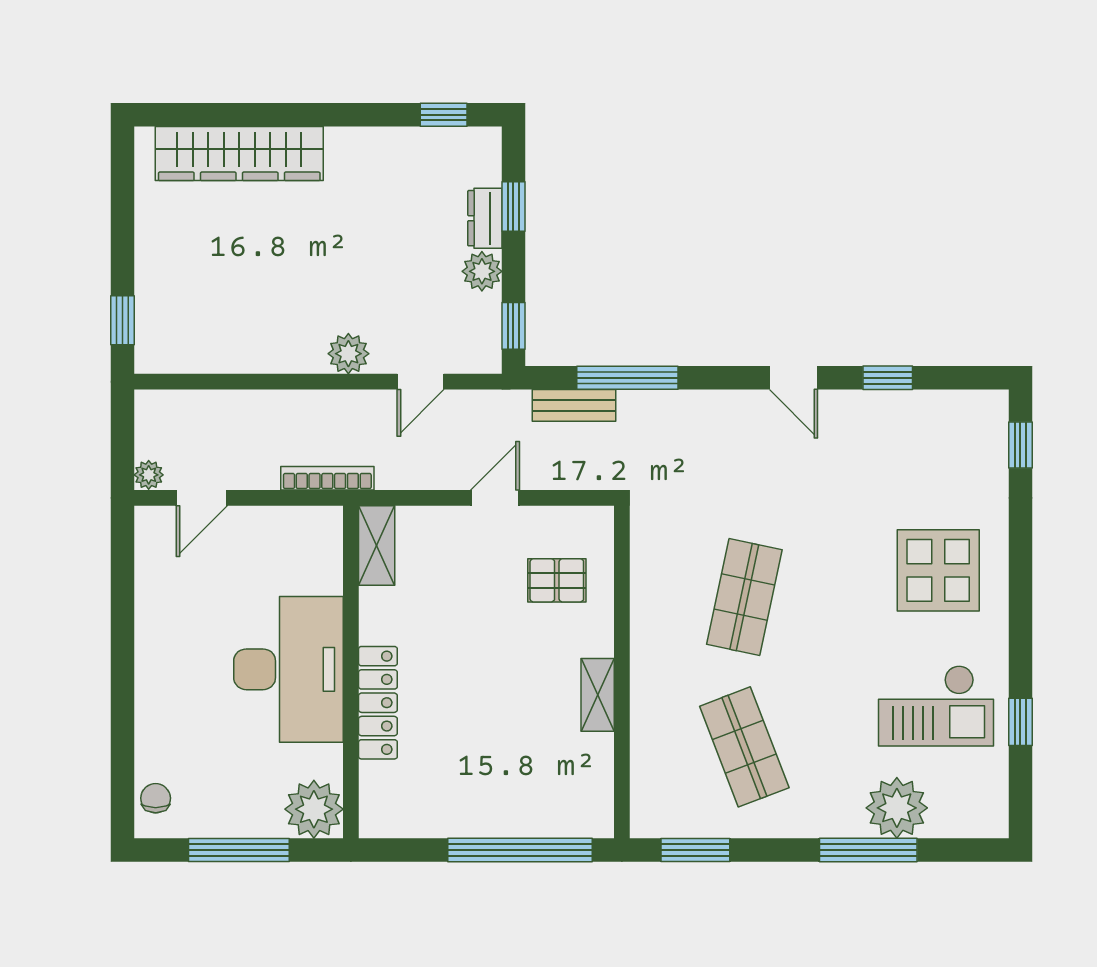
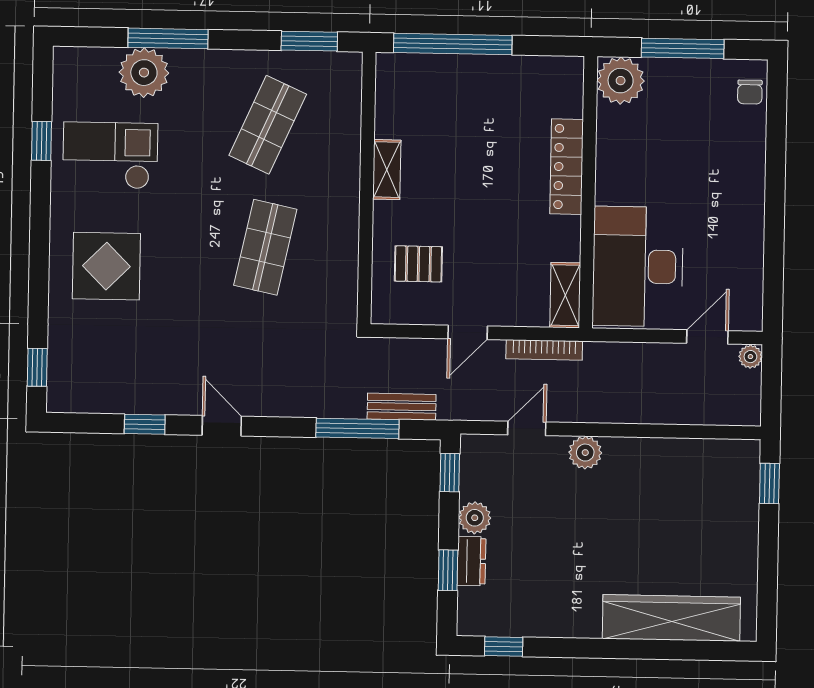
bookcase: (327, 478) -> (544, 350), moved
desk: (288, 669) -> (638, 266), moved
shop shelf: (744, 747) -> (268, 125), turned 45

